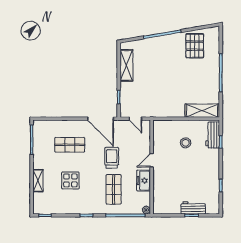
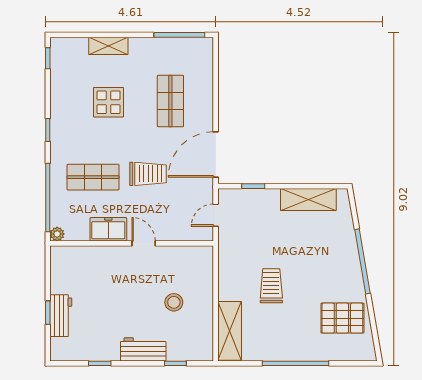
trolley: (176, 87) -> (271, 286), added
workbench: (213, 135) -> (143, 349), moved

